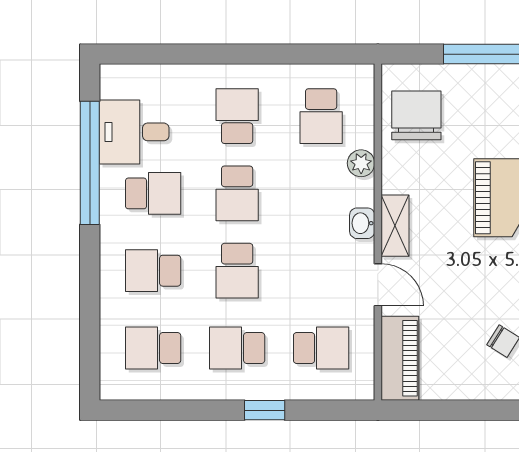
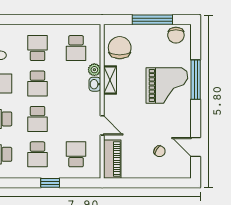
washbasin: (362, 223) -> (95, 84), moved
shelving: (395, 226) -> (110, 80), moved
school desk: (237, 348) -> (38, 154), turned -90
school desk: (321, 348) -> (76, 154), turned -90

